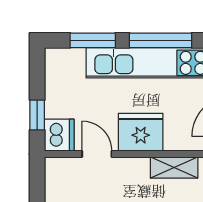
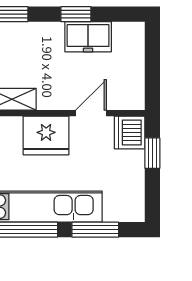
door: (97, 154) -> (91, 113), swing flipped

